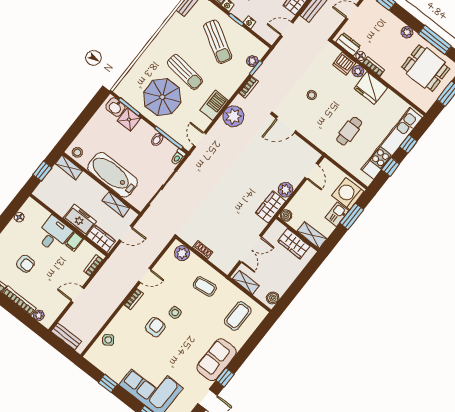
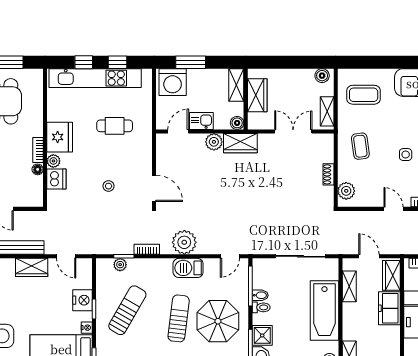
nightstand: (250, 22) -> (83, 300), width x1.89, depth x1.79
dresser: (348, 44) -> (36, 189), removed
toilet: (178, 157) -> (261, 307), moved
kitchen sink: (337, 214) -> (201, 121), moved, turned 180

